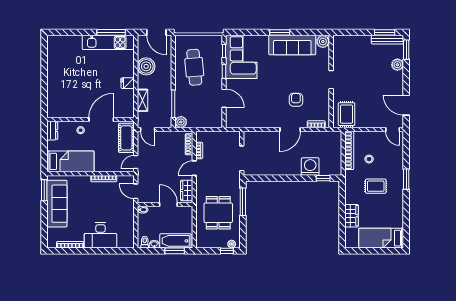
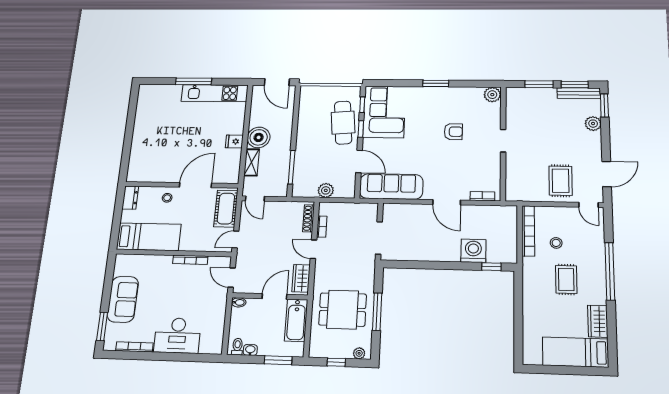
window: (111, 32) -> (194, 81), moved
window: (358, 32) -> (539, 84), added
sofa: (292, 45) -> (391, 187), moved, turned 180
boiler: (146, 66) -> (259, 137), moved
cafe table: (194, 67) -> (343, 123), moved
armchair: (296, 100) -> (453, 132), moved, turned 90
door: (406, 105) -> (607, 174), swing flipped
rug: (347, 114) -> (561, 181), moved
plant: (181, 122) -> (326, 190), moved
door: (290, 129) -> (447, 202), hinge flipped
door: (194, 168) -> (313, 249), hinge flipped
window: (406, 179) -> (610, 271), width x2.11
rug: (376, 186) -> (566, 279), turned 90
window: (44, 190) -> (102, 327), moved
window: (243, 202) -> (377, 312), moved
sofa: (57, 204) -> (123, 299), width x0.73
door: (168, 205) -> (274, 296), hinge flipped
dining table: (218, 213) -> (343, 310), turned 90
wardrobe: (352, 216) -> (598, 321), moved, turned 180
bathtub: (175, 241) -> (296, 320), moved, turned -90
window: (227, 251) -> (336, 362), moved

